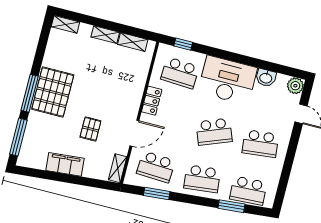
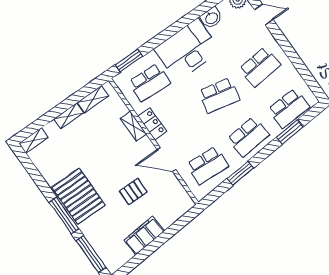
window: (183, 44) -> (129, 61), width x1.50
pallet: (90, 129) -> (133, 191), turned 90
school desk: (214, 132) -> (219, 95), turned 33
door: (134, 133) -> (166, 160), swing flipped
shelving: (118, 168) -> (133, 126), moved
window: (157, 194) -> (240, 173), moved

